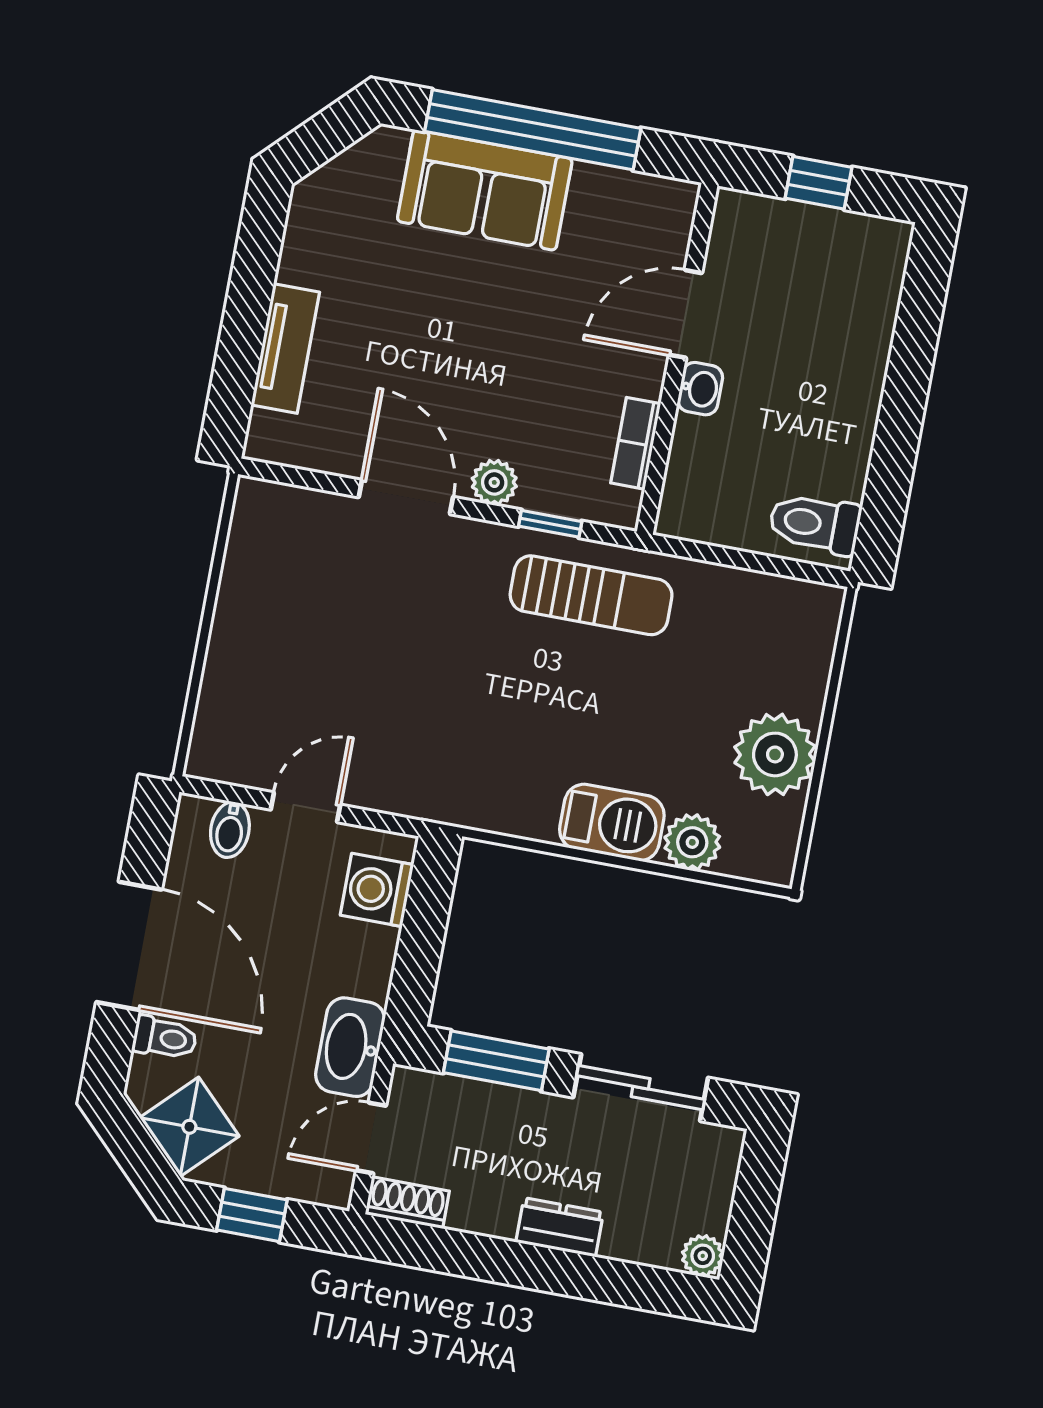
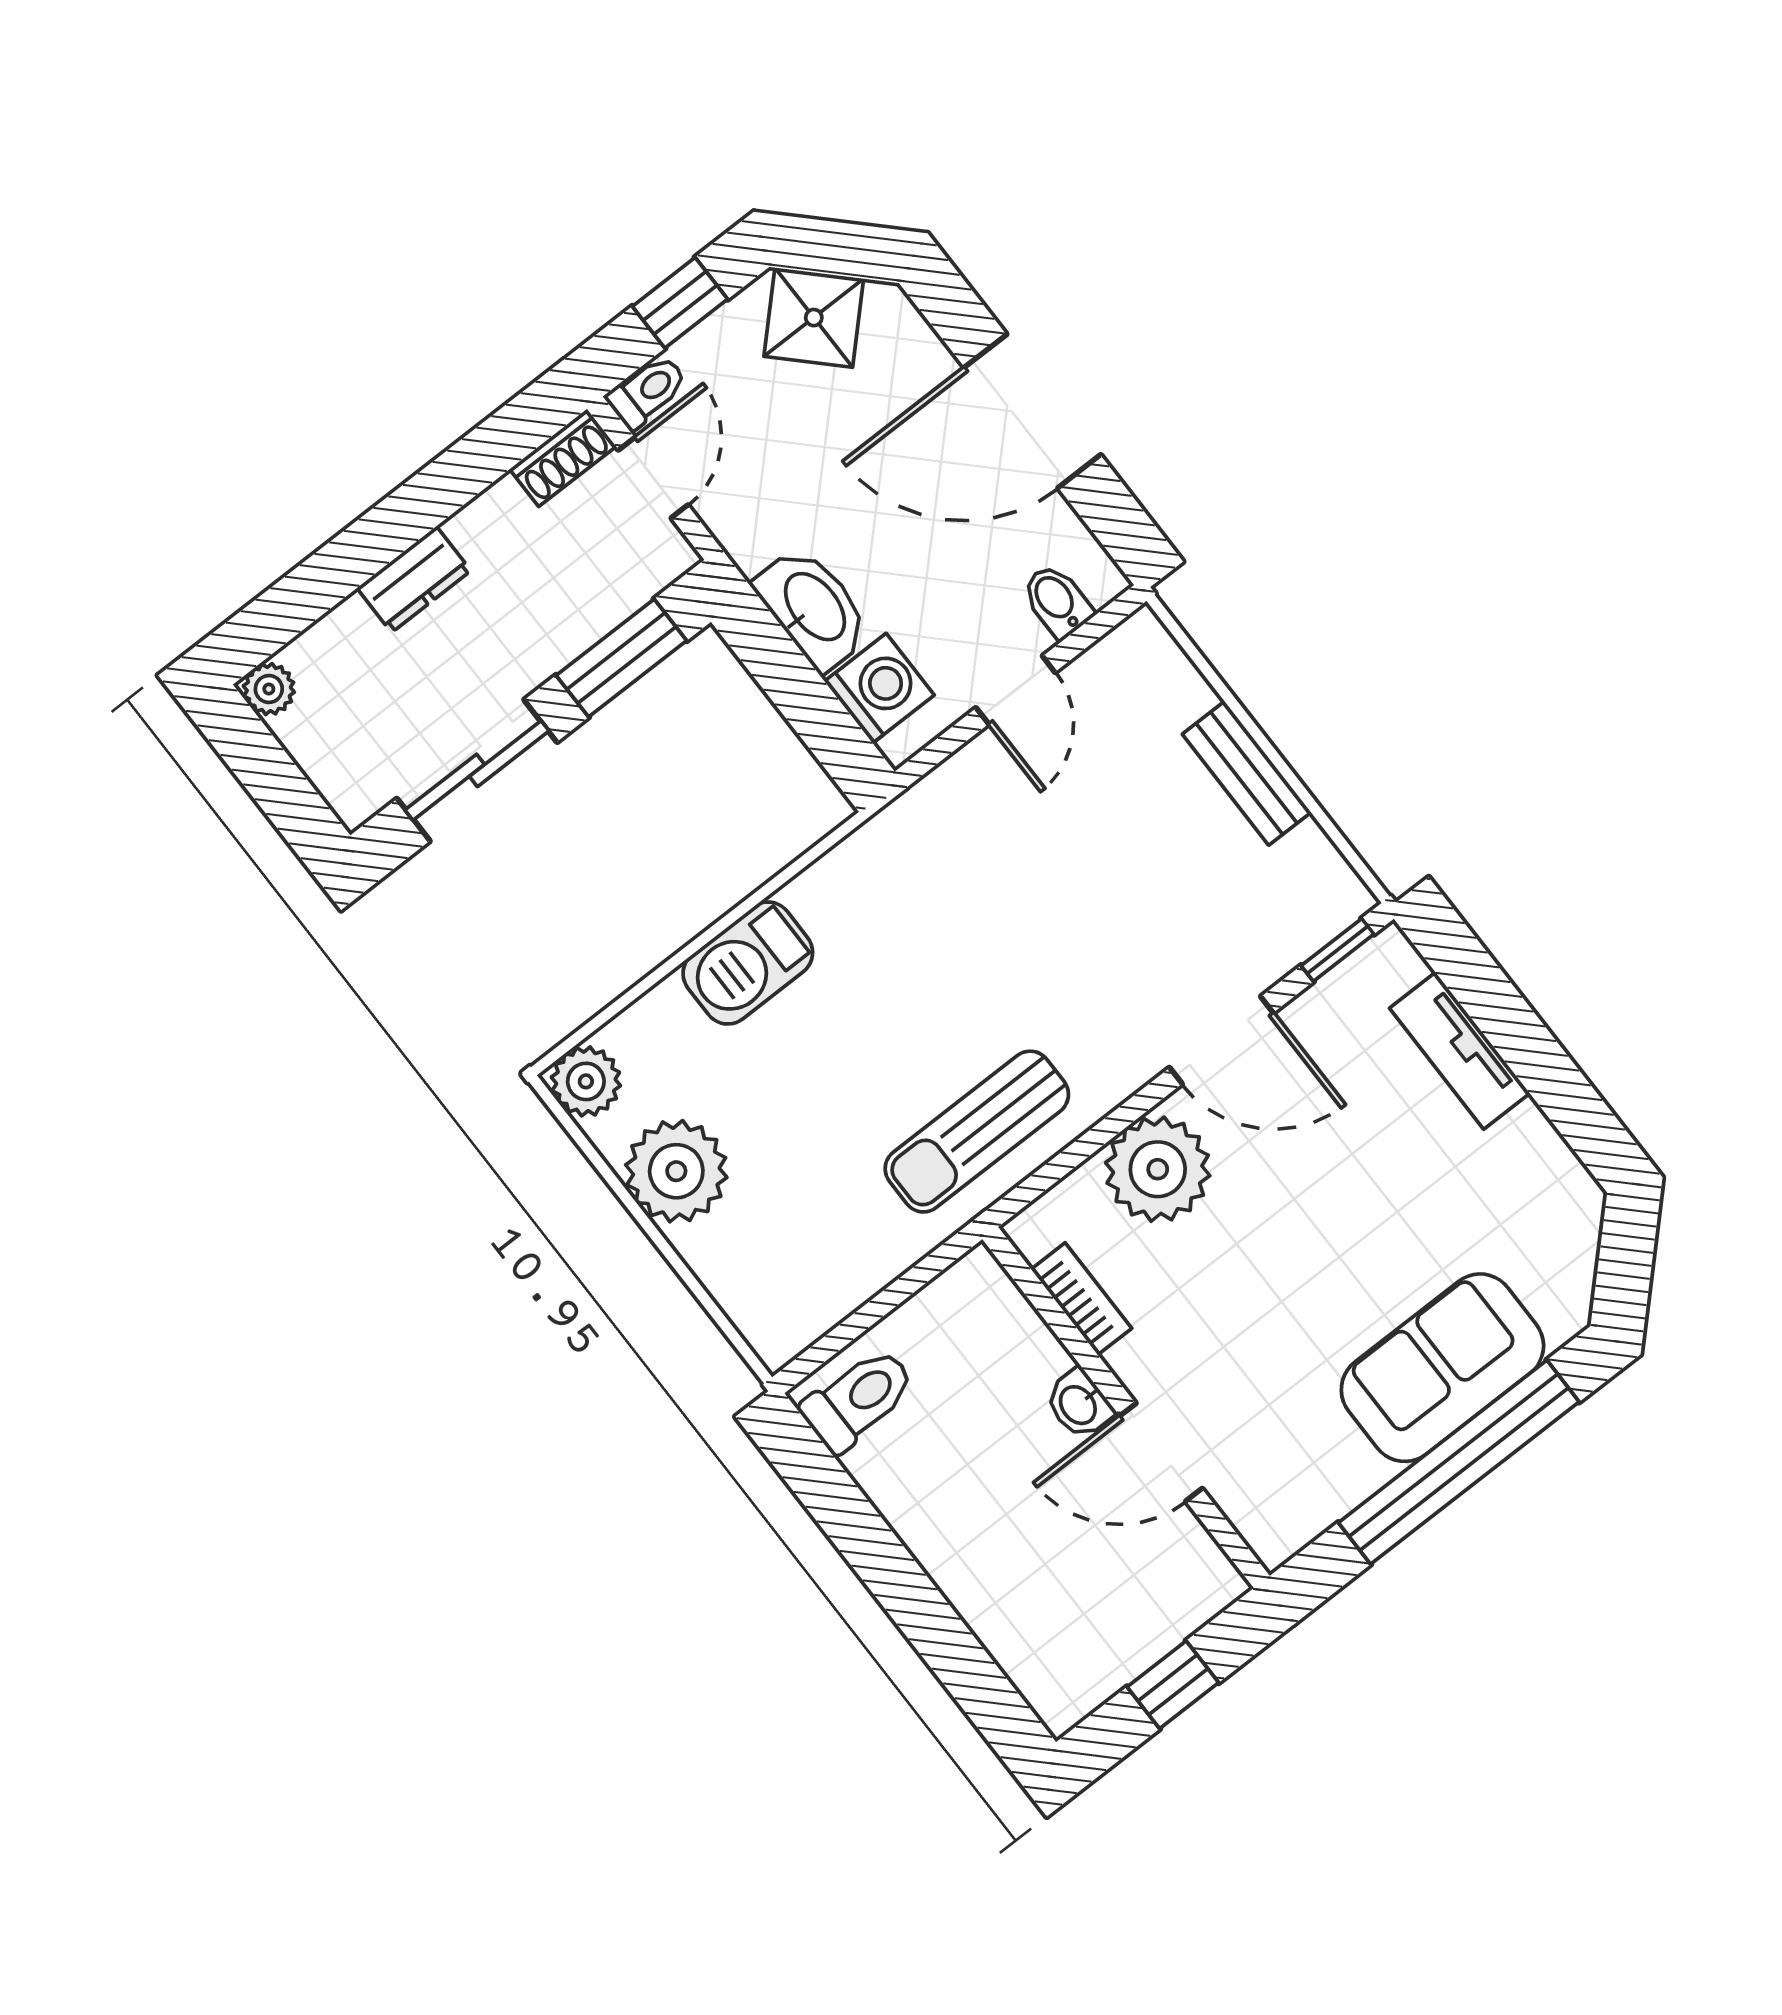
door: (685, 314) -> (1161, 1452), swing flipped
plant: (494, 482) -> (1158, 1169), width x1.87, depth x1.87
window: (550, 524) -> (1338, 950), moved
bench: (232, 624) -> (1247, 773), added
plant: (692, 842) -> (586, 1081), moved
toilet: (165, 1038) -> (647, 392), moved, turned 180
washbasin: (350, 1047) -> (813, 608), moved

